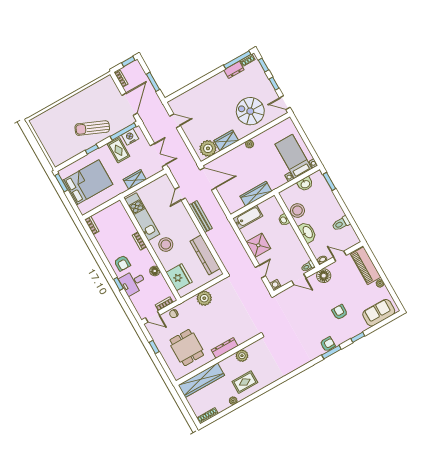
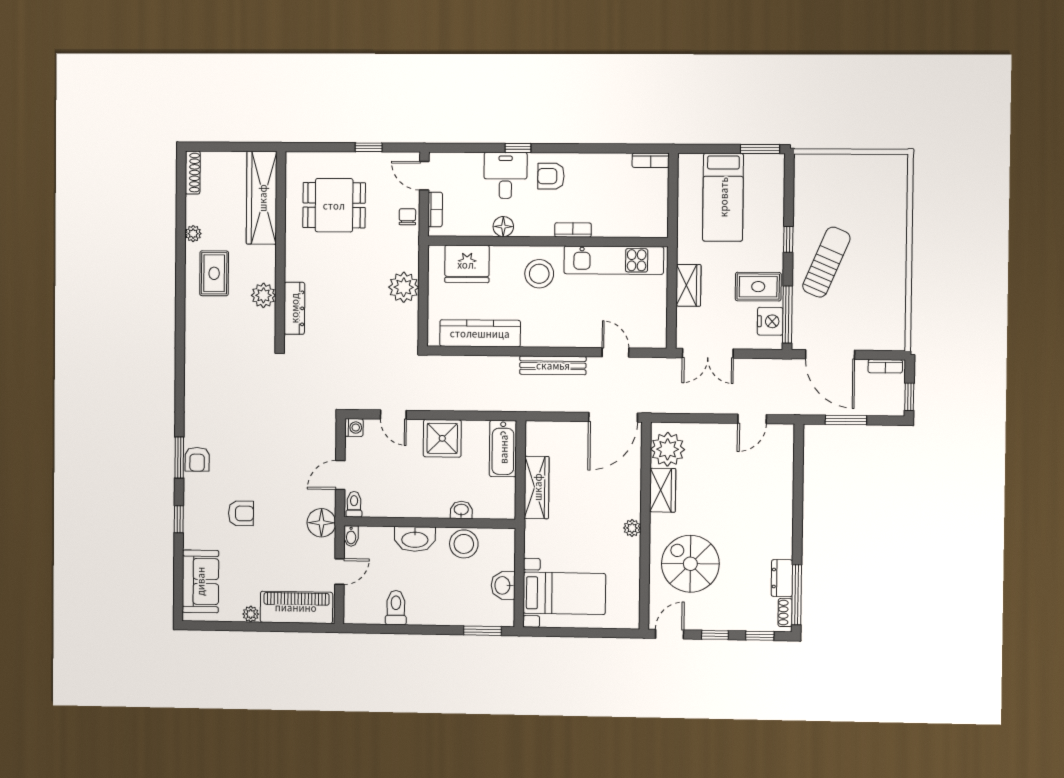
spiral stairs: (250, 111) -> (690, 564), turned -90
bed: (88, 182) -> (723, 197), width x0.67
door: (153, 317) -> (424, 176), hinge flipped
dresser: (225, 348) -> (294, 308), moved

